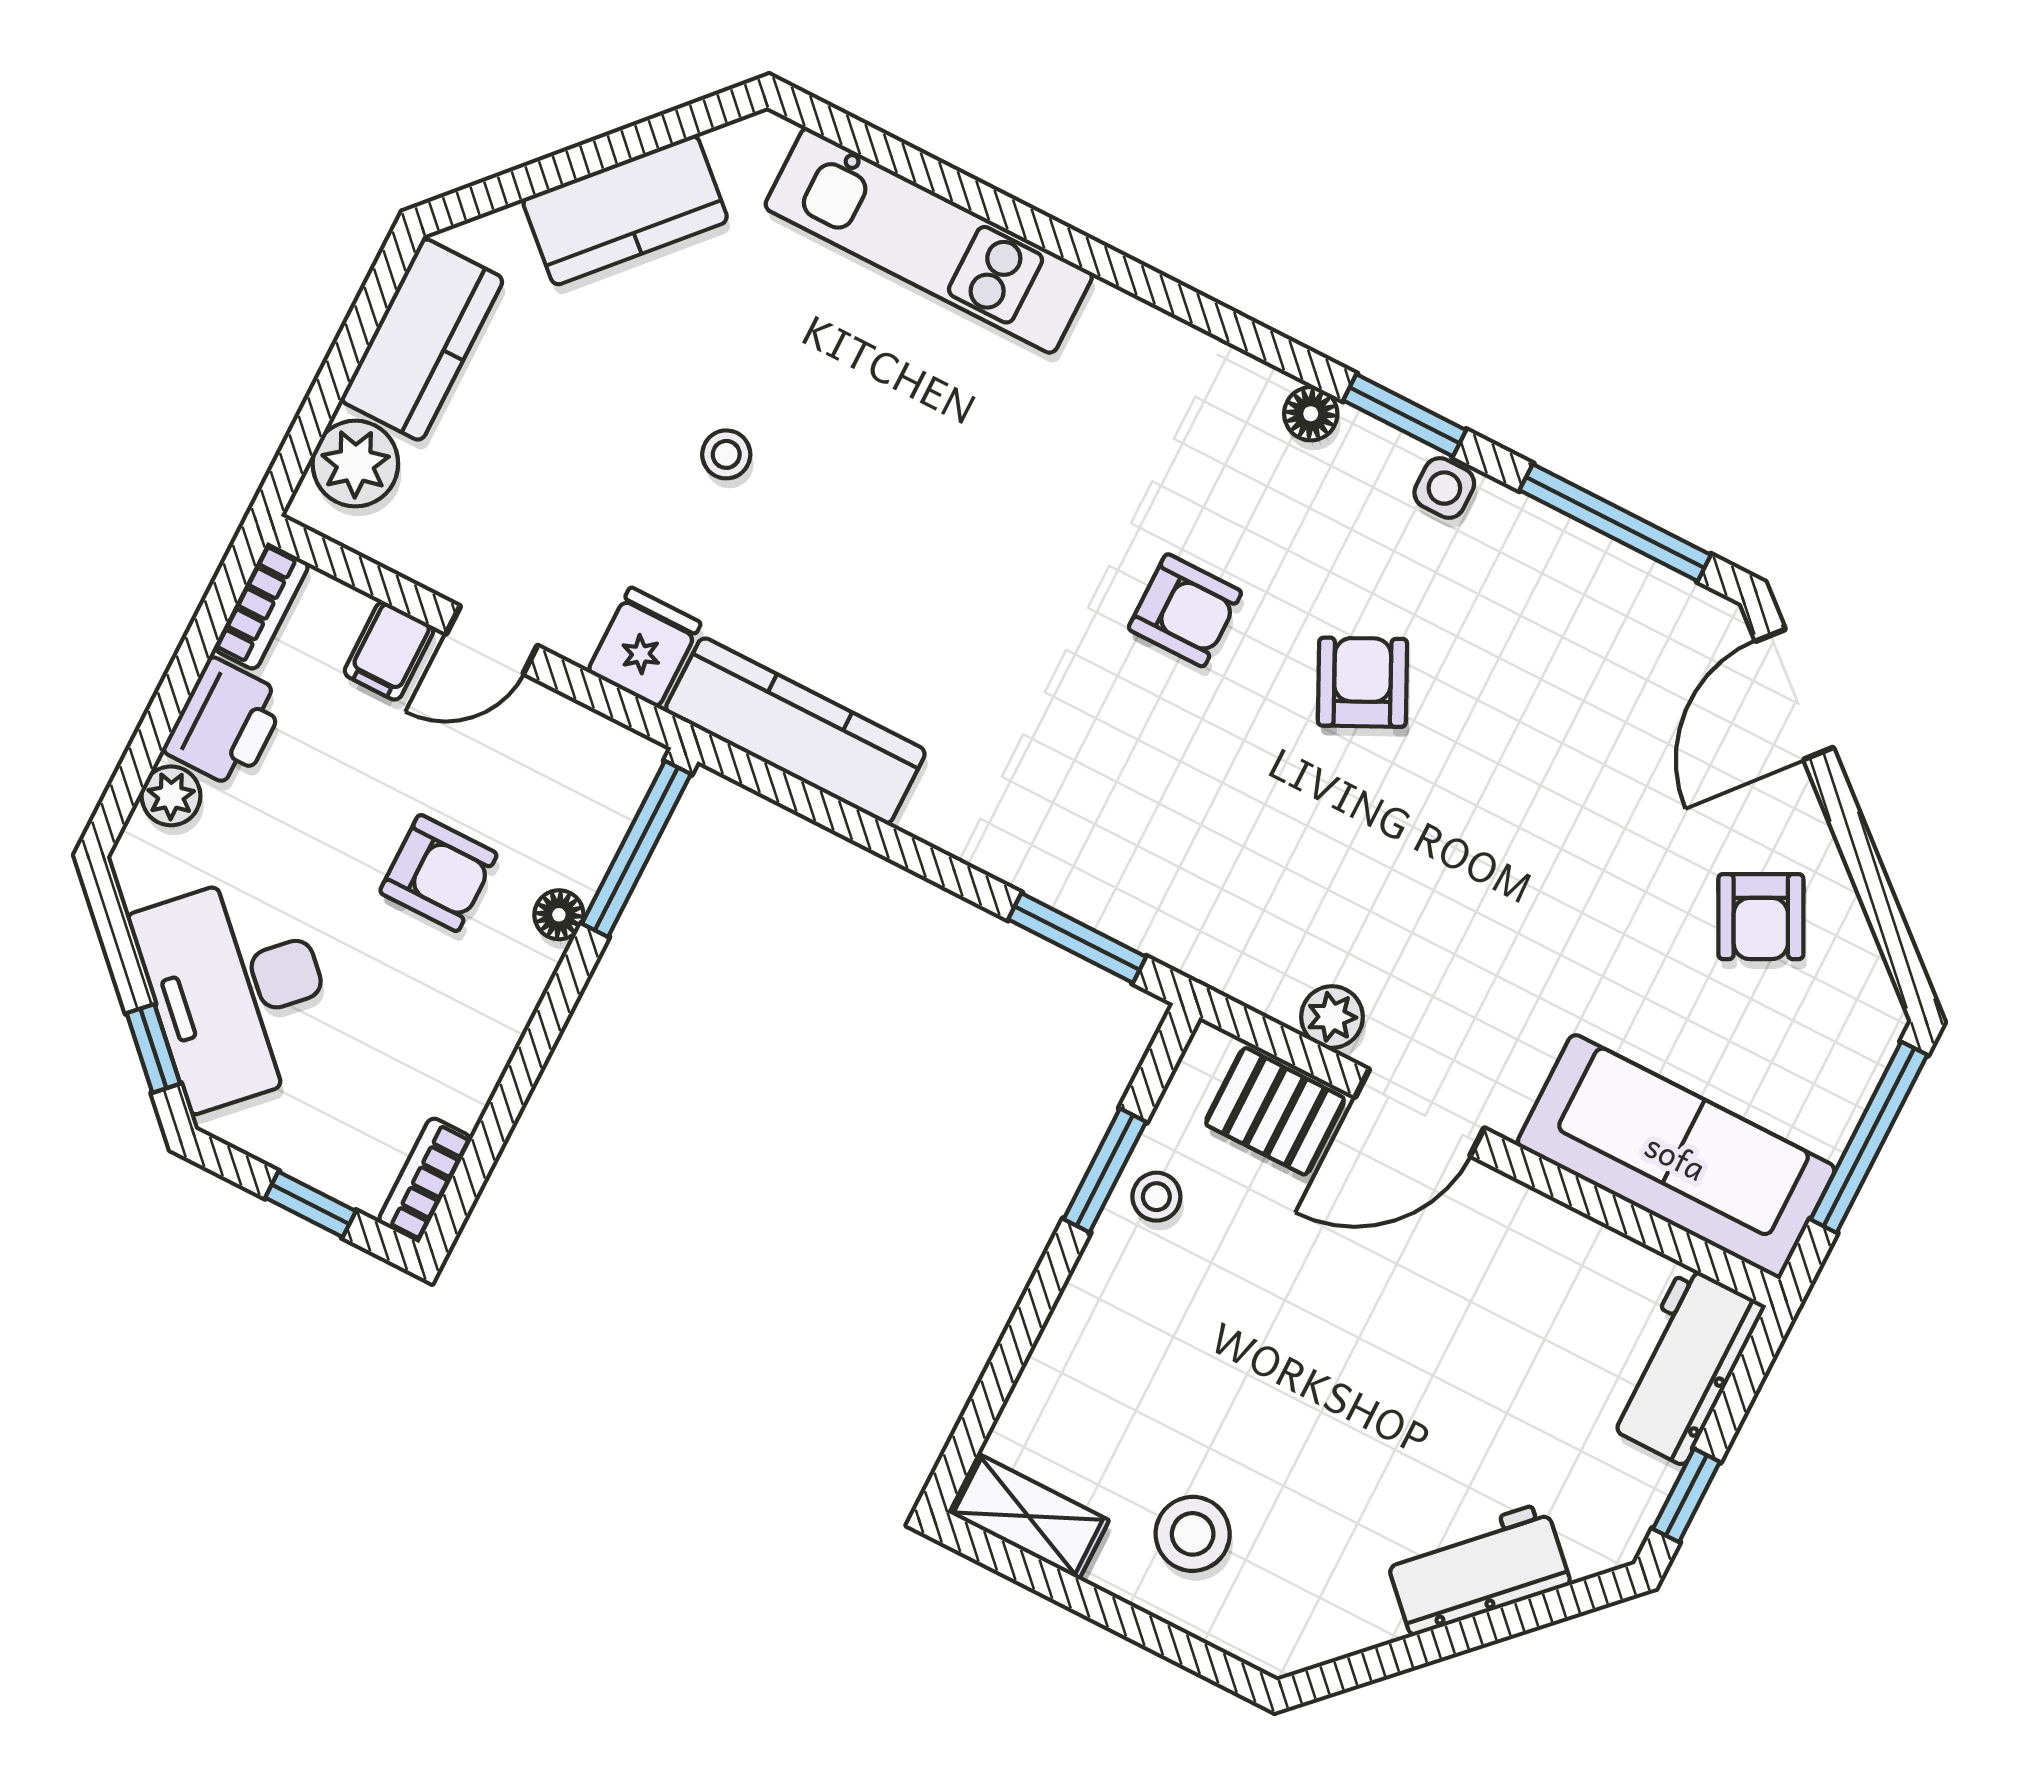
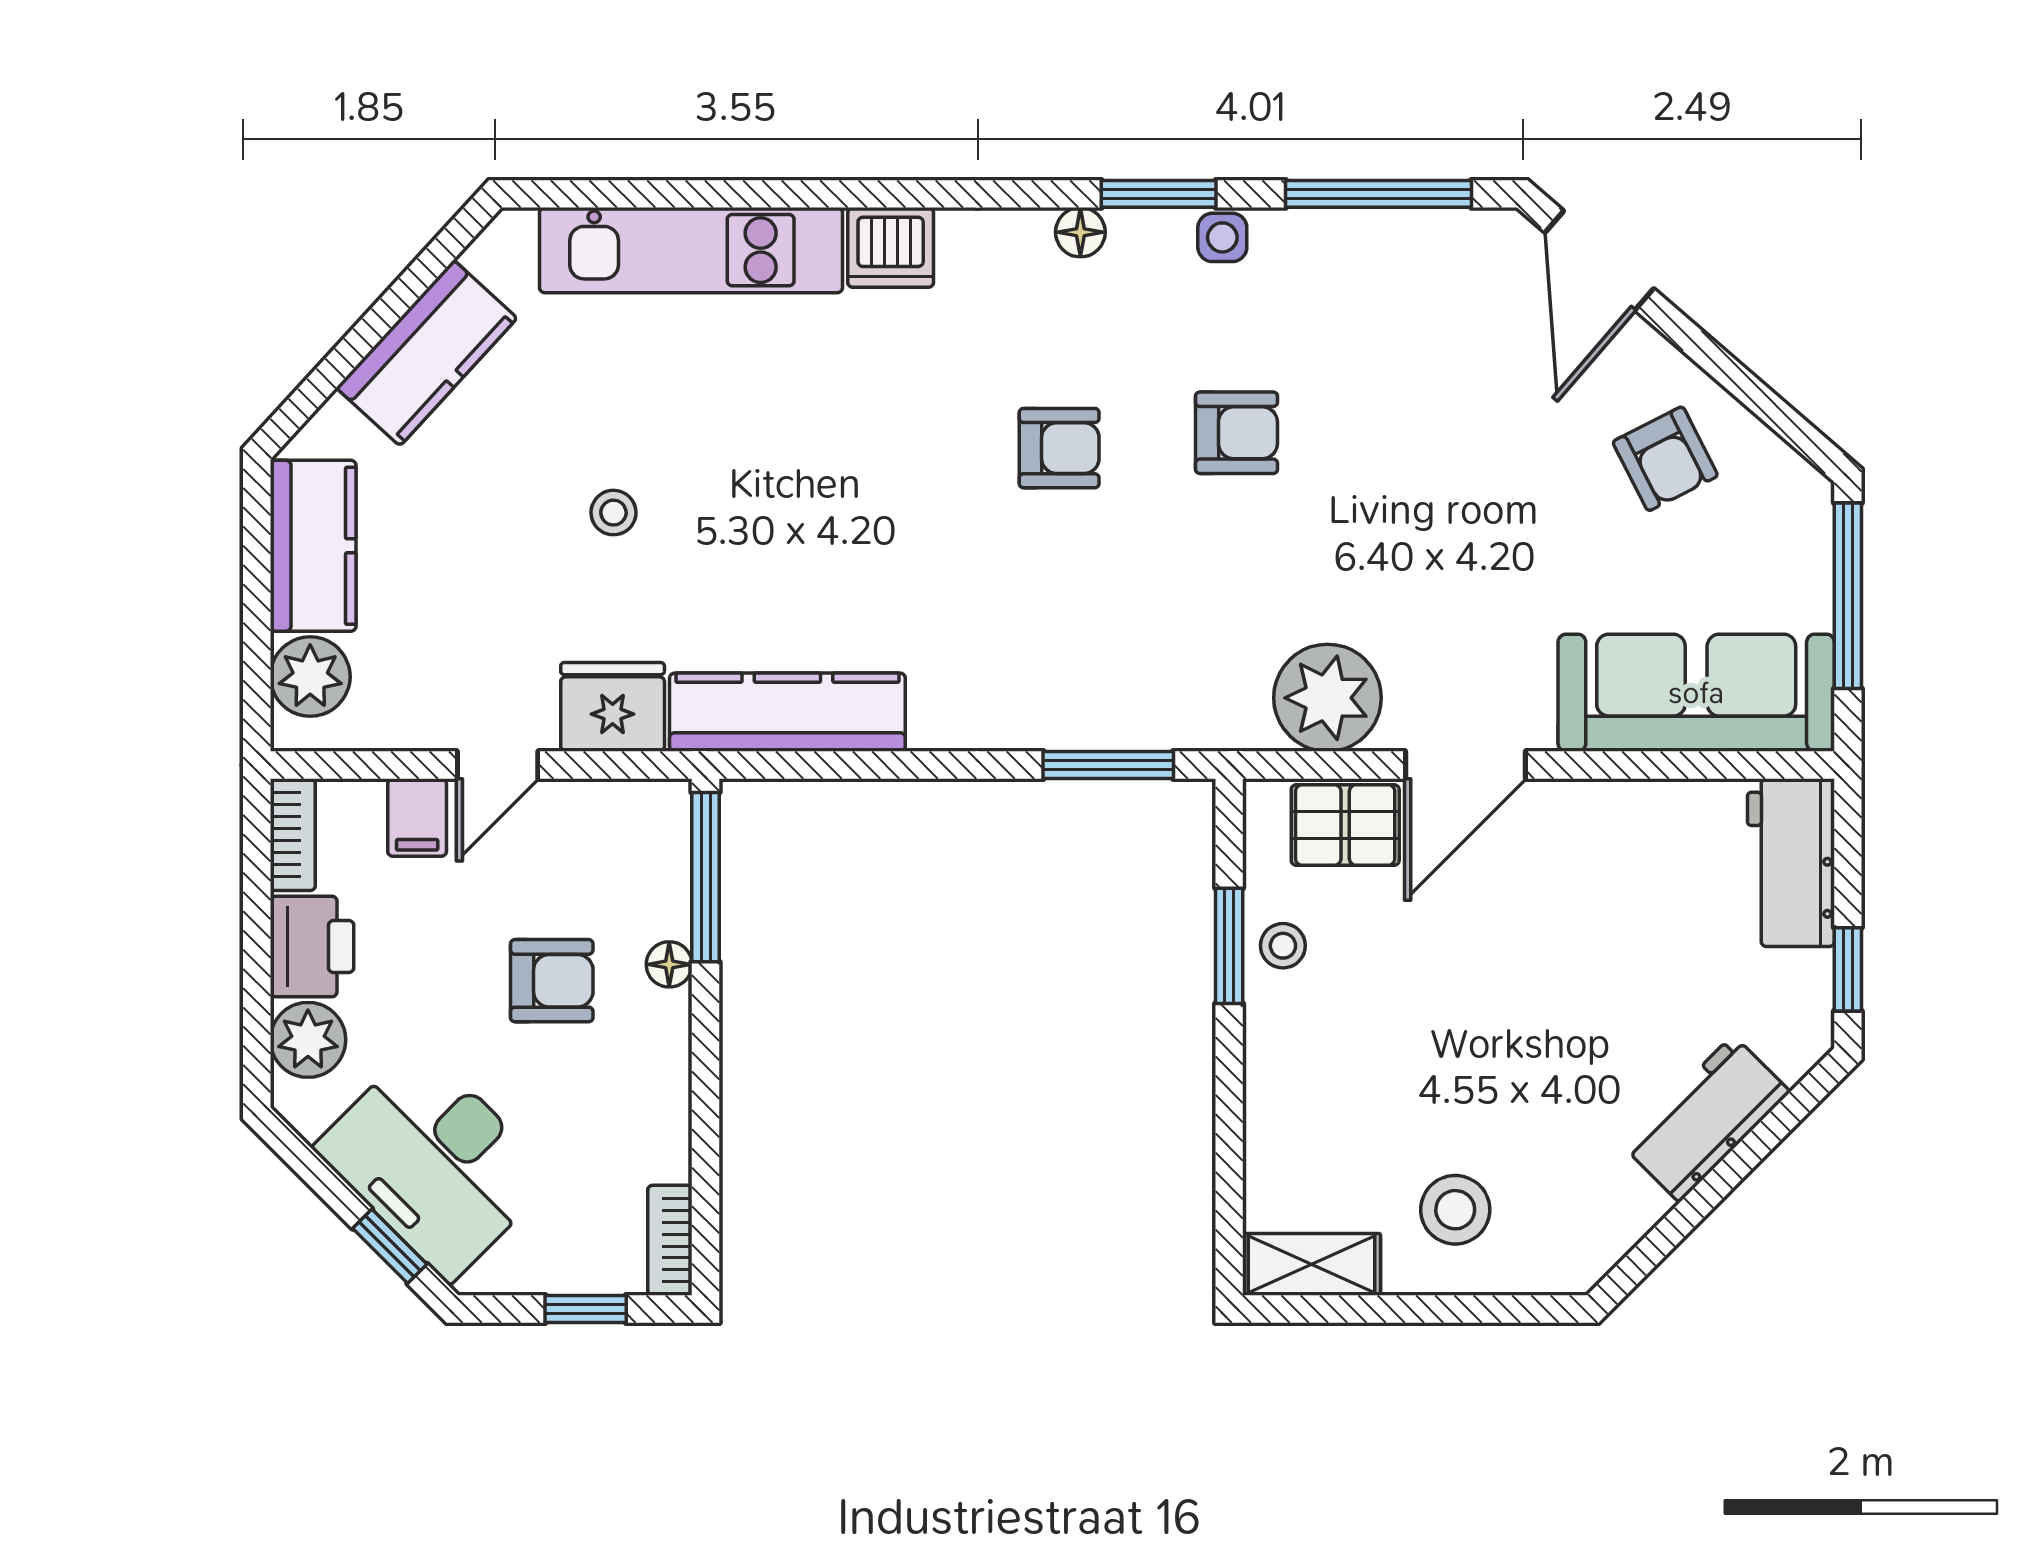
dishwasher: (1121, 336) -> (891, 247), added
fridge: (644, 647) -> (613, 707), width x1.38
armchair: (1362, 682) -> (1237, 433), turned 116
plant: (171, 796) -> (308, 1040), width x1.38, depth x1.38
plant: (1332, 1017) -> (1327, 698), width x1.87, depth x1.87

